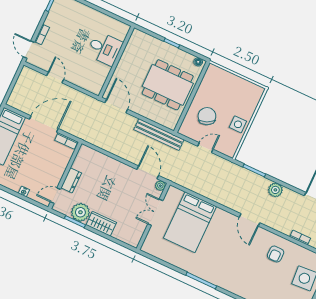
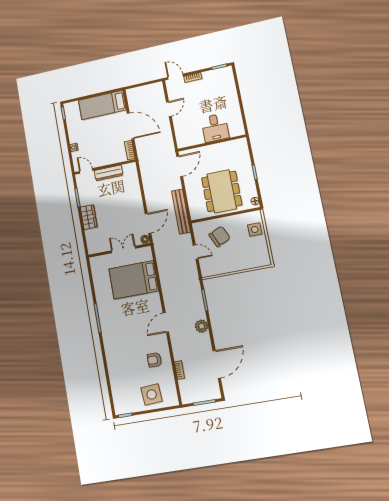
door: (29, 50) -> (175, 77), hinge flipped
side table: (238, 124) -> (255, 229), moved
dresser: (71, 180) -> (109, 173), width x1.44
plant: (80, 212) -> (87, 197), removed

